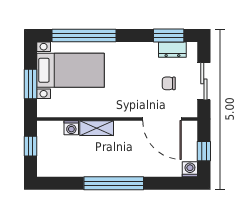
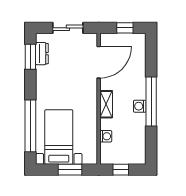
chair: (169, 83) -> (70, 57), removed
shelving: (97, 128) -> (106, 104), moved
washing machine: (190, 169) -> (140, 106), moved

